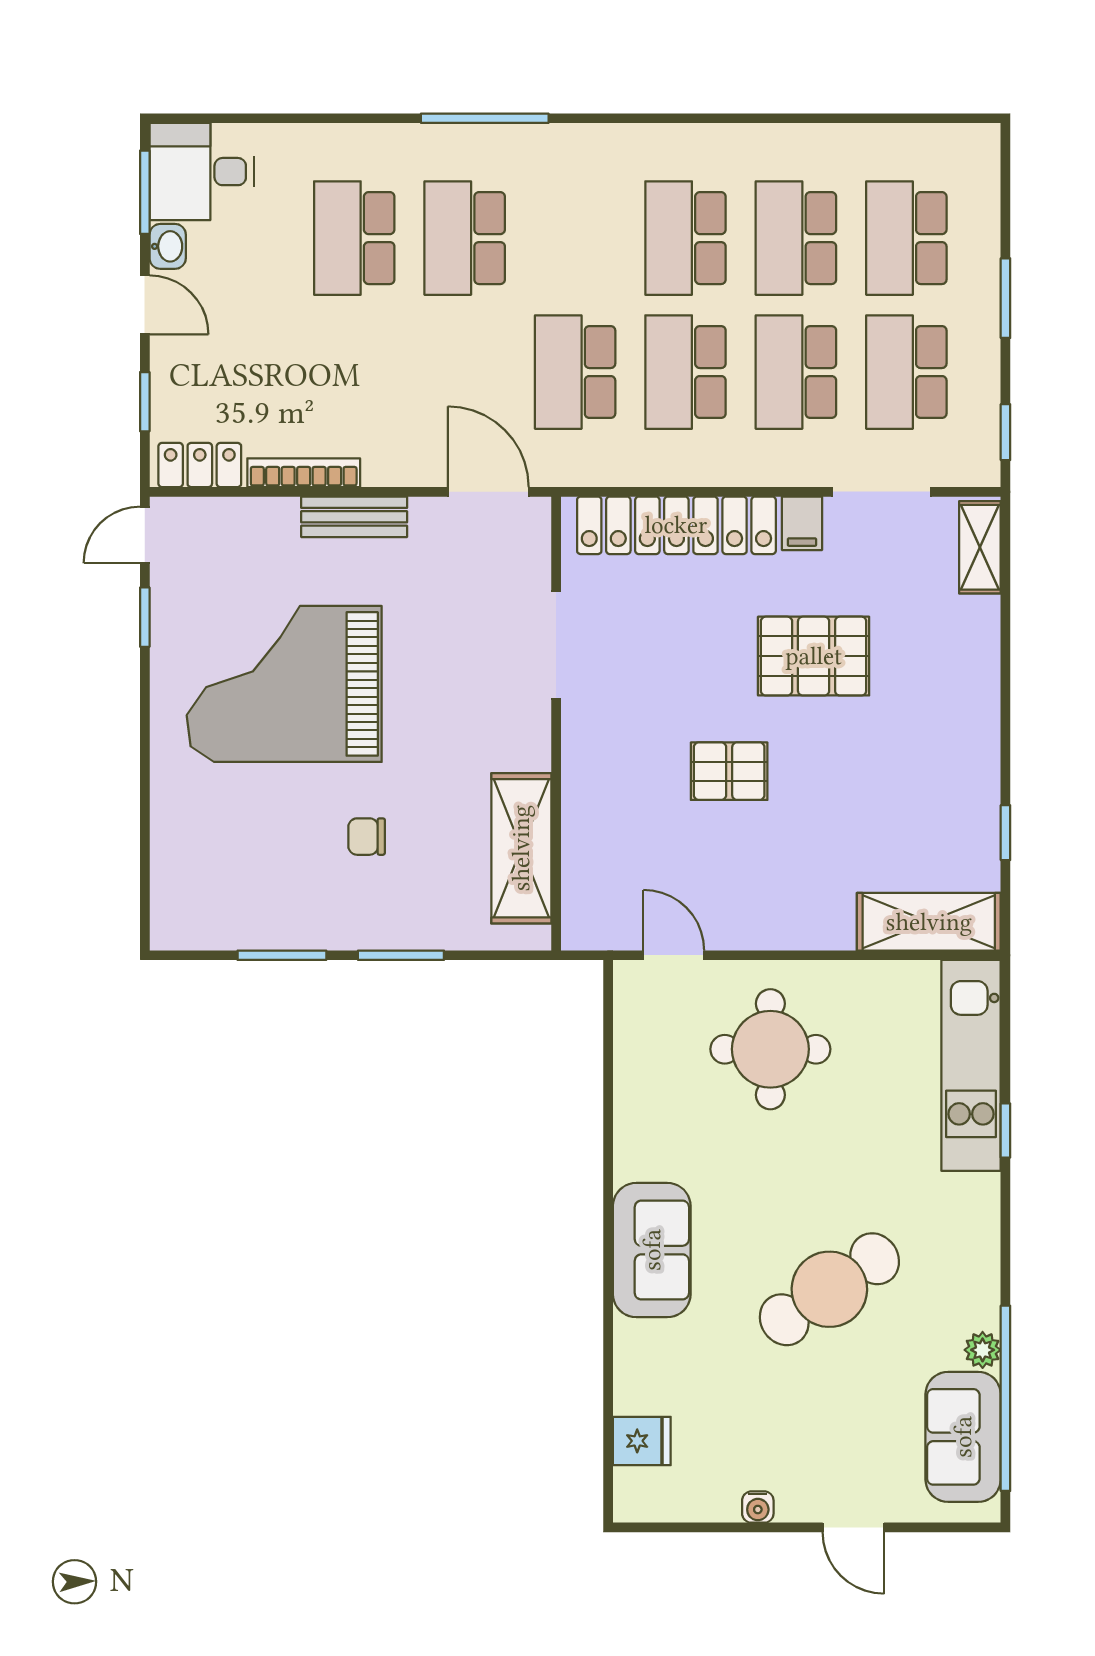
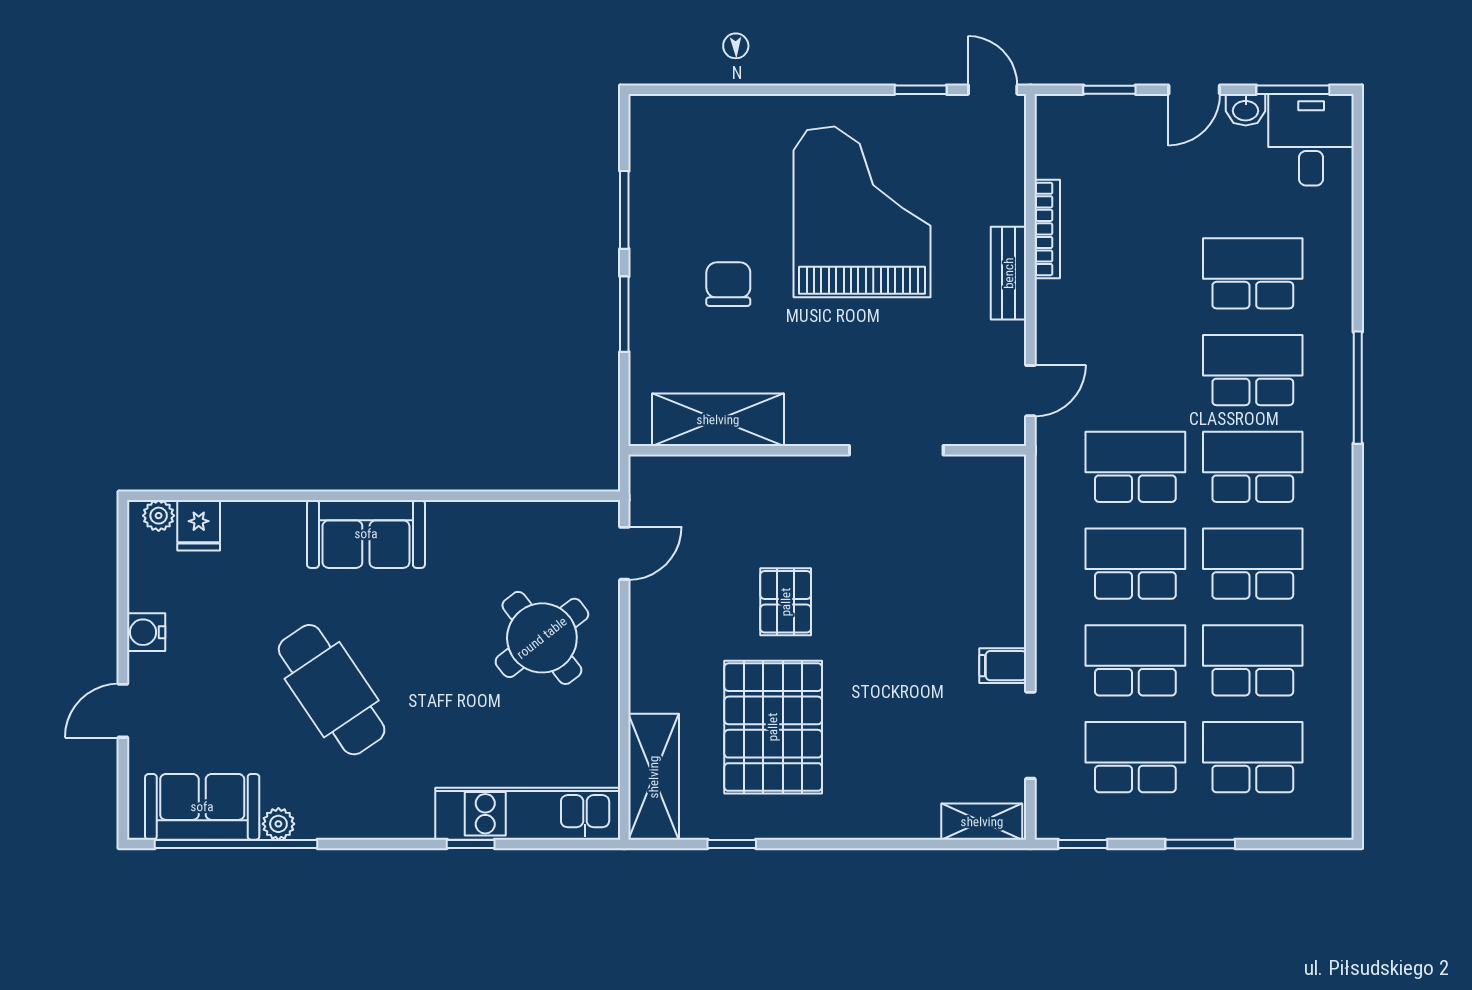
school desk: (575, 238) -> (1253, 467), added
locker: (200, 465) -> (1054, 138), removed
door: (488, 492) -> (1030, 391), width x0.73
locker: (676, 525) -> (1001, 556), removed
pallet: (814, 656) -> (773, 727), moved, width x1.37, depth x1.41
chair: (367, 837) -> (728, 284), width x1.37, depth x1.37
round table: (770, 1049) -> (542, 638), turned -38
plant: (631, 1487) -> (159, 516), added
water cooler: (758, 1507) -> (146, 632), width x1.38, depth x1.38

